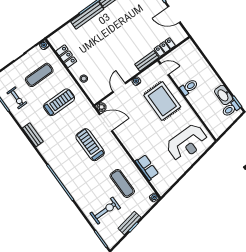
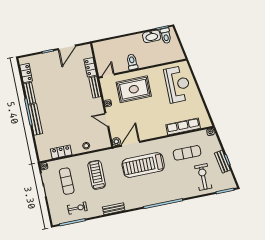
treadmill: (90, 145) -> (143, 165), width x1.37, depth x1.38
row of seats: (147, 168) -> (183, 127), width x1.48

